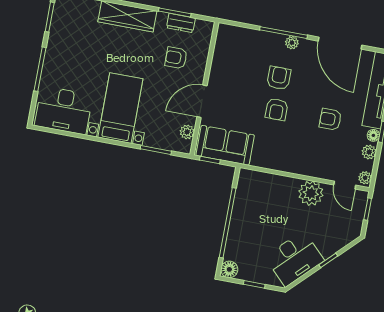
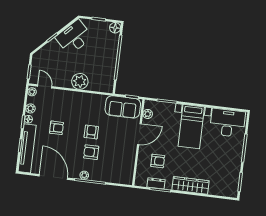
armchair: (279, 78) -> (91, 152), turned 90
plant: (311, 193) -> (80, 81), moved

